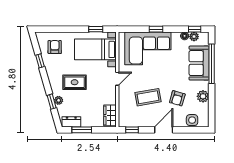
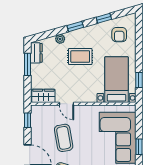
armchair: (55, 47) -> (119, 35), turned 90
door: (117, 79) -> (66, 104), moved
rug: (75, 82) -> (80, 57), turned 90
window: (52, 102) -> (75, 26), moved

